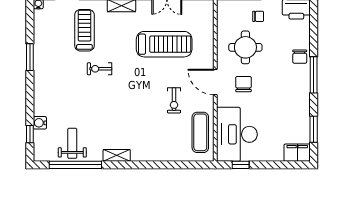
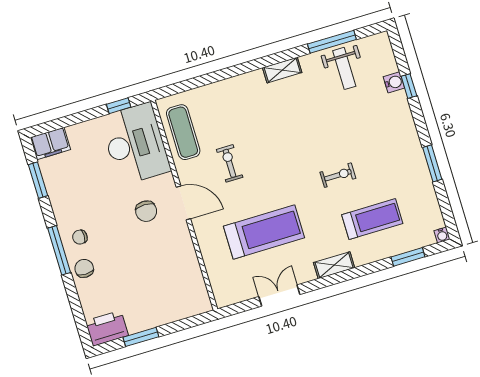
chair: (258, 16) -> (80, 237), moved
treadmill: (84, 30) -> (372, 219), turned -90
treadmill: (164, 44) -> (264, 232), turned 180
round table: (245, 47) -> (158, 259), removed
window: (30, 134) -> (409, 86), moved
window: (75, 165) -> (332, 42), width x0.68

